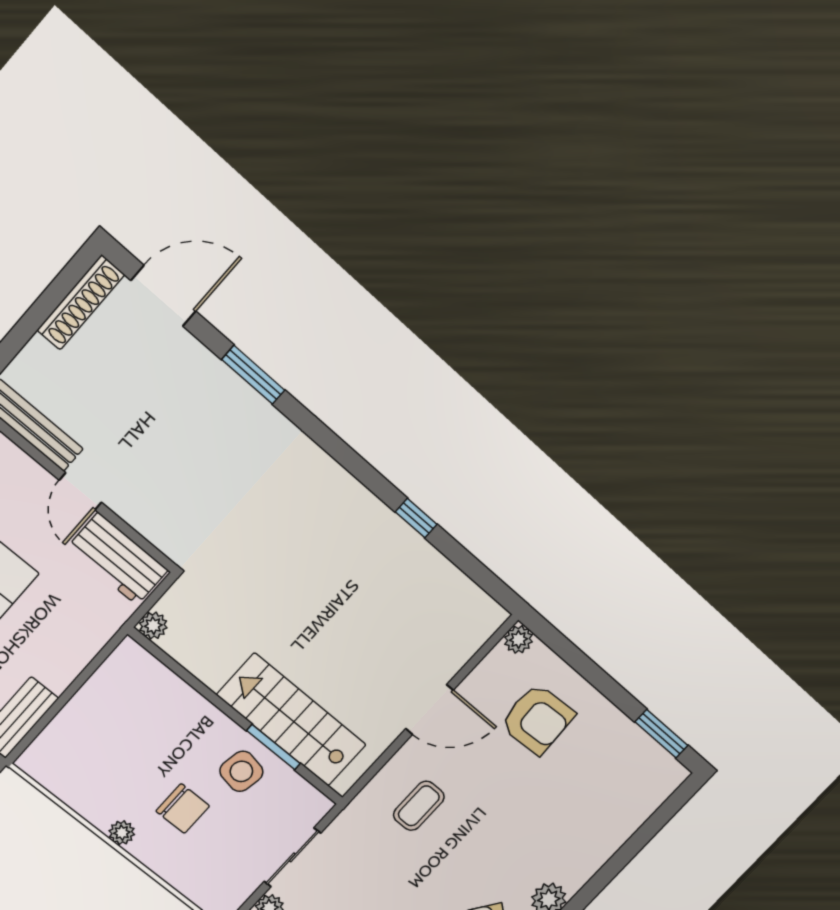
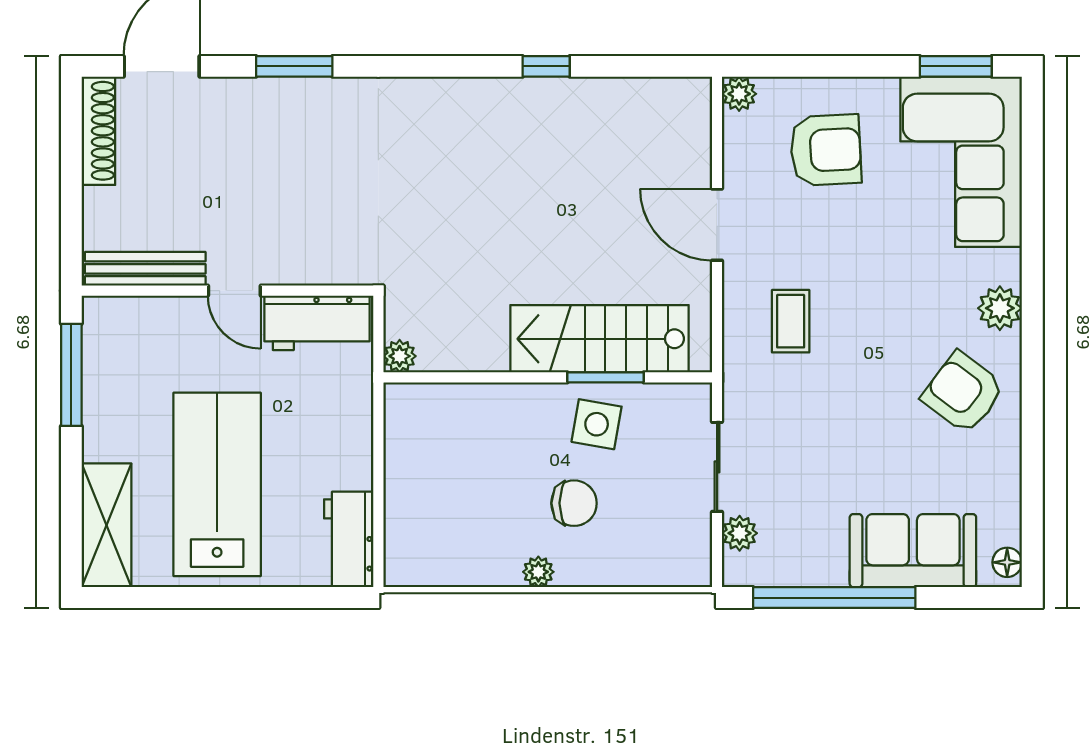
door: (430, 710) -> (717, 225), swing flipped
corner sofa: (609, 794) -> (961, 162), added

